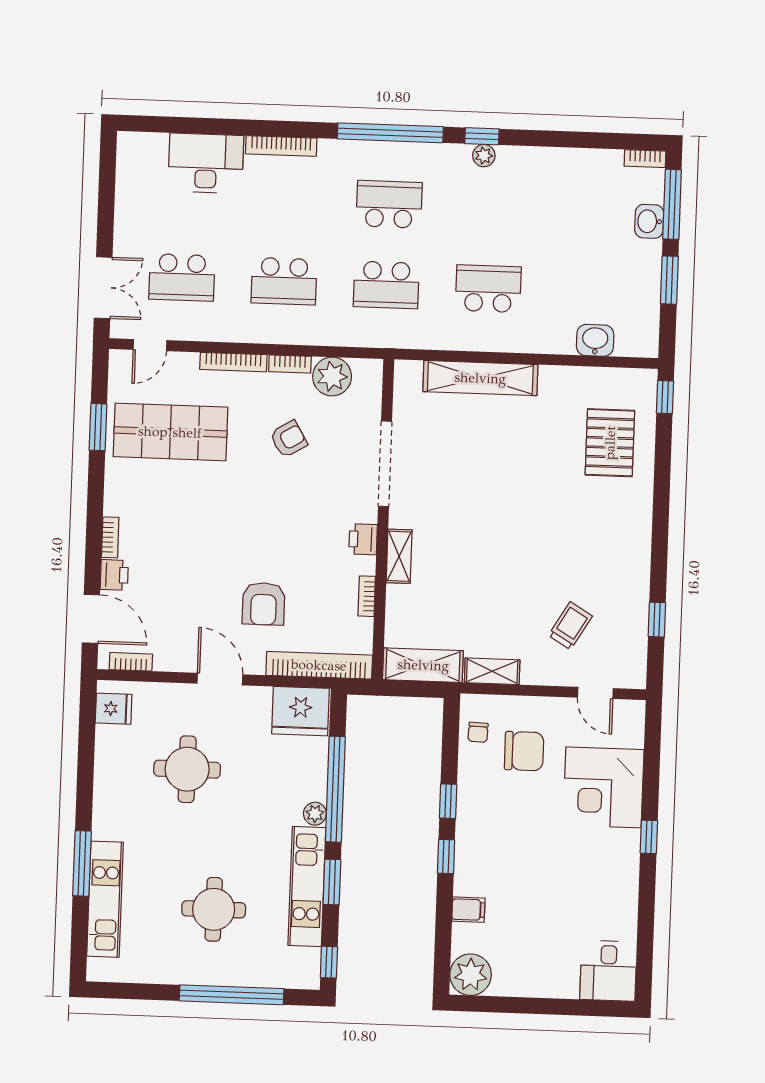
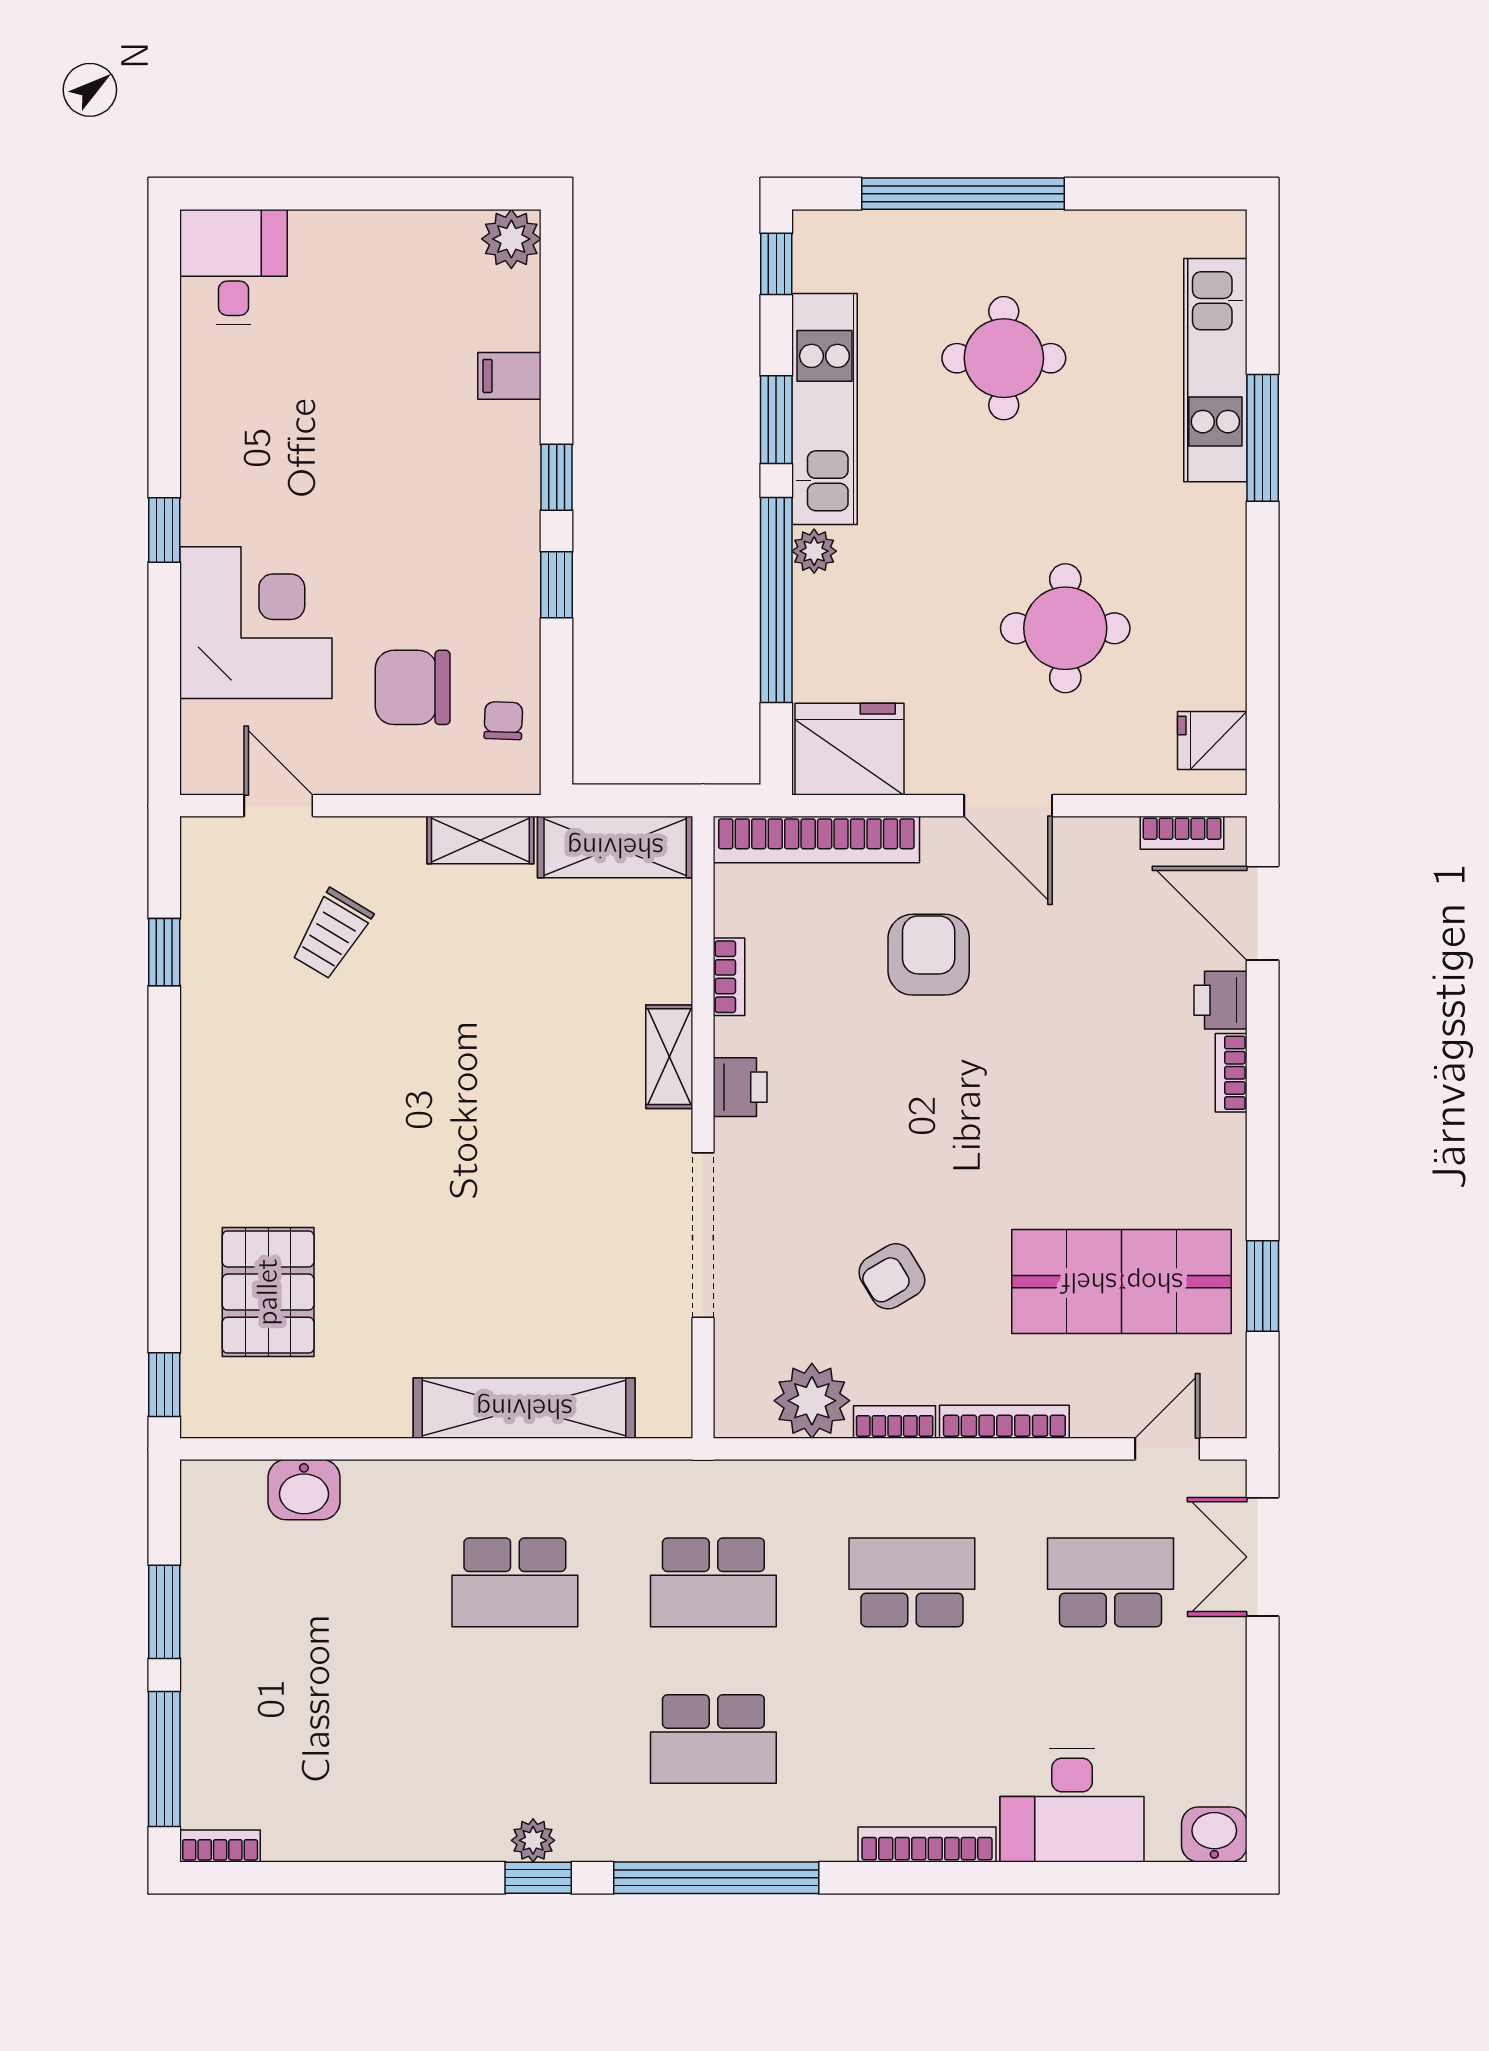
washbasin: (649, 221) -> (1214, 1834), moved, turned -90
school desk: (386, 285) -> (713, 1582), turned 180
plant: (471, 975) -> (511, 239), width x0.73, depth x0.73

